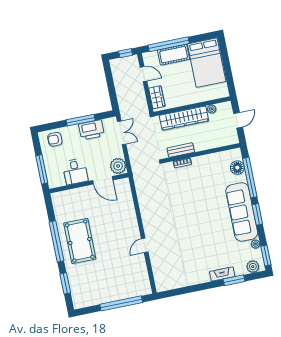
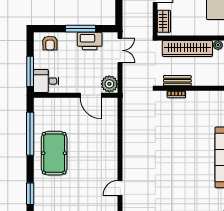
armchair: (55, 139) -> (50, 43), turned -91
desk: (75, 171) -> (46, 81), moved, turned 90
window: (57, 241) -> (30, 134), moved
door: (145, 245) -> (120, 188), moved

